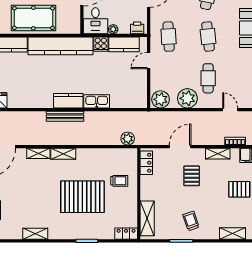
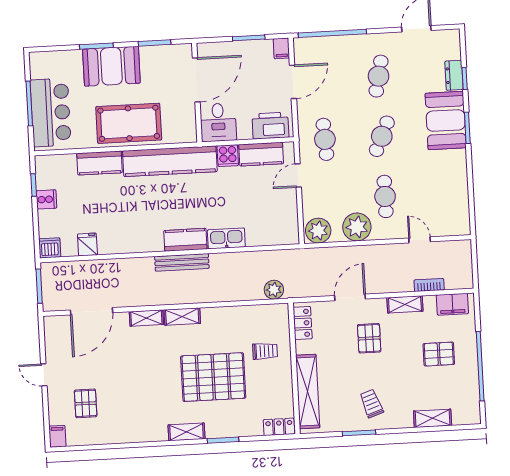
printer: (137, 28) -> (270, 126), width x1.87, depth x1.48
plant: (113, 29) -> (244, 133), removed
cafe table: (208, 37) -> (382, 136), turned 30
shelving: (147, 218) -> (308, 392), width x1.47
shelving: (35, 234) -> (186, 432), moved

